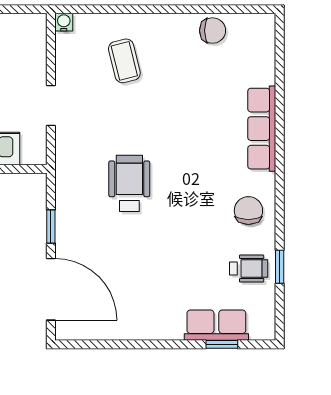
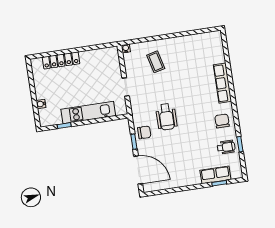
chair: (213, 31) -> (144, 132), moved
wheelchair: (129, 183) -> (166, 117), turned 180

